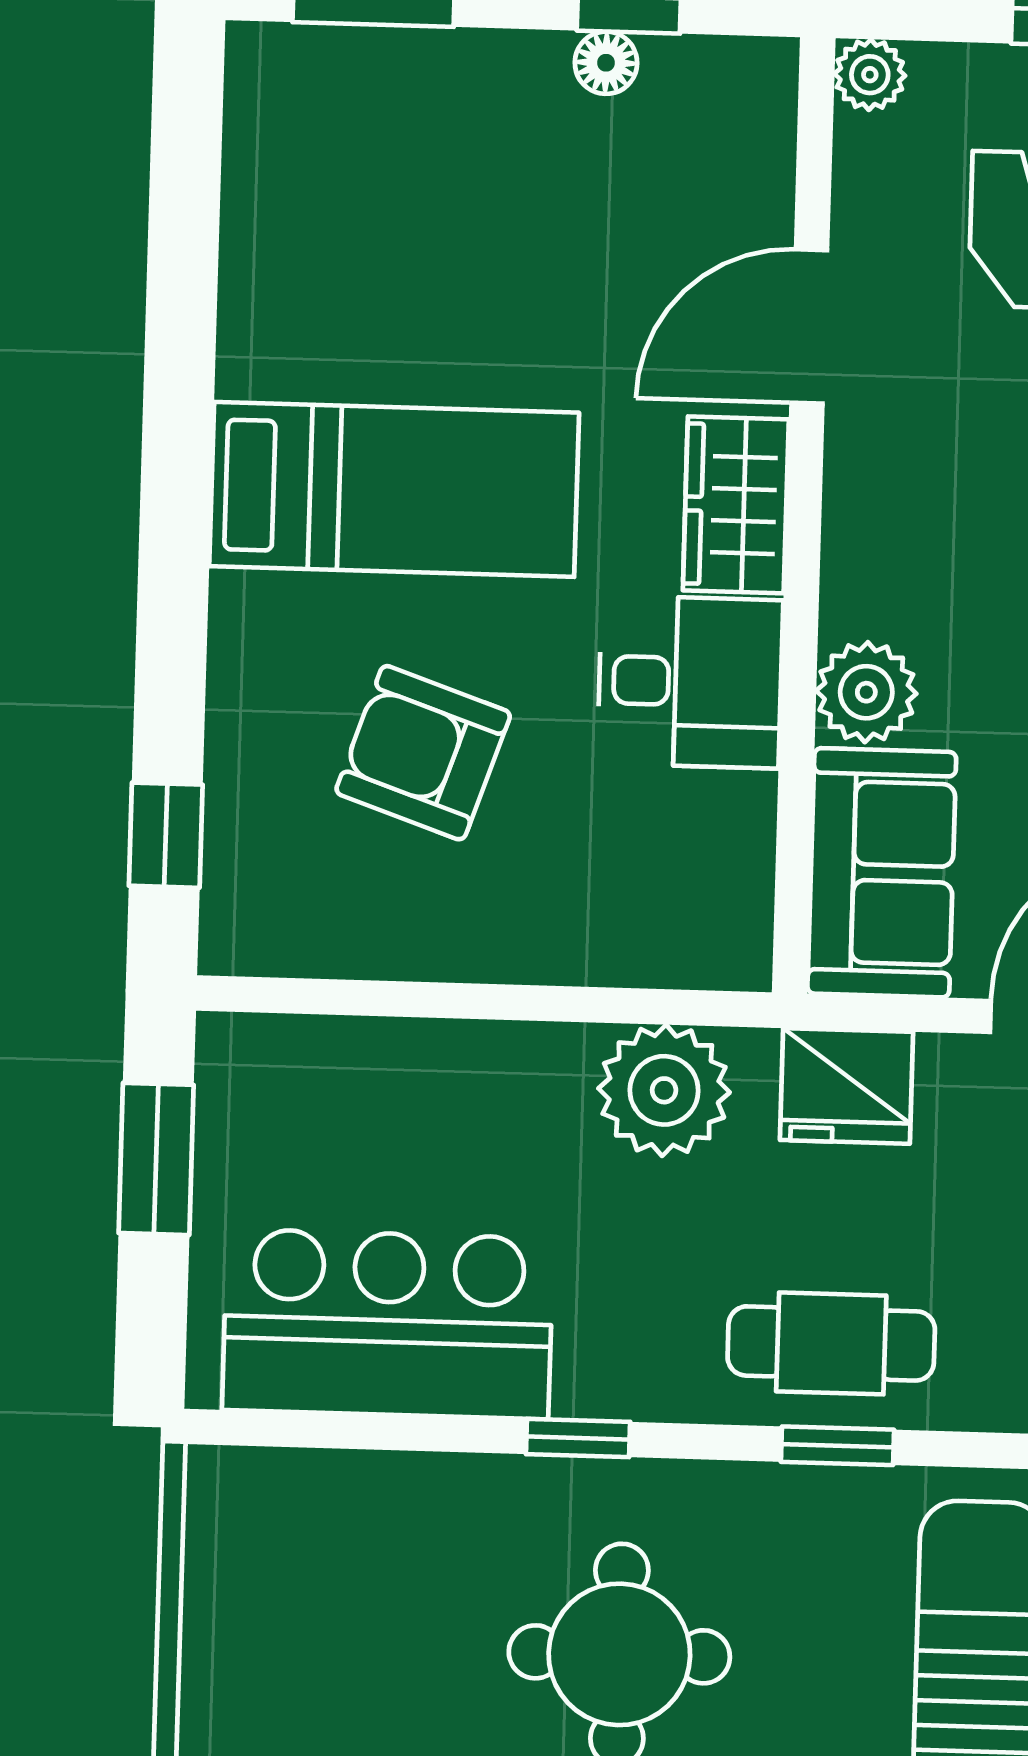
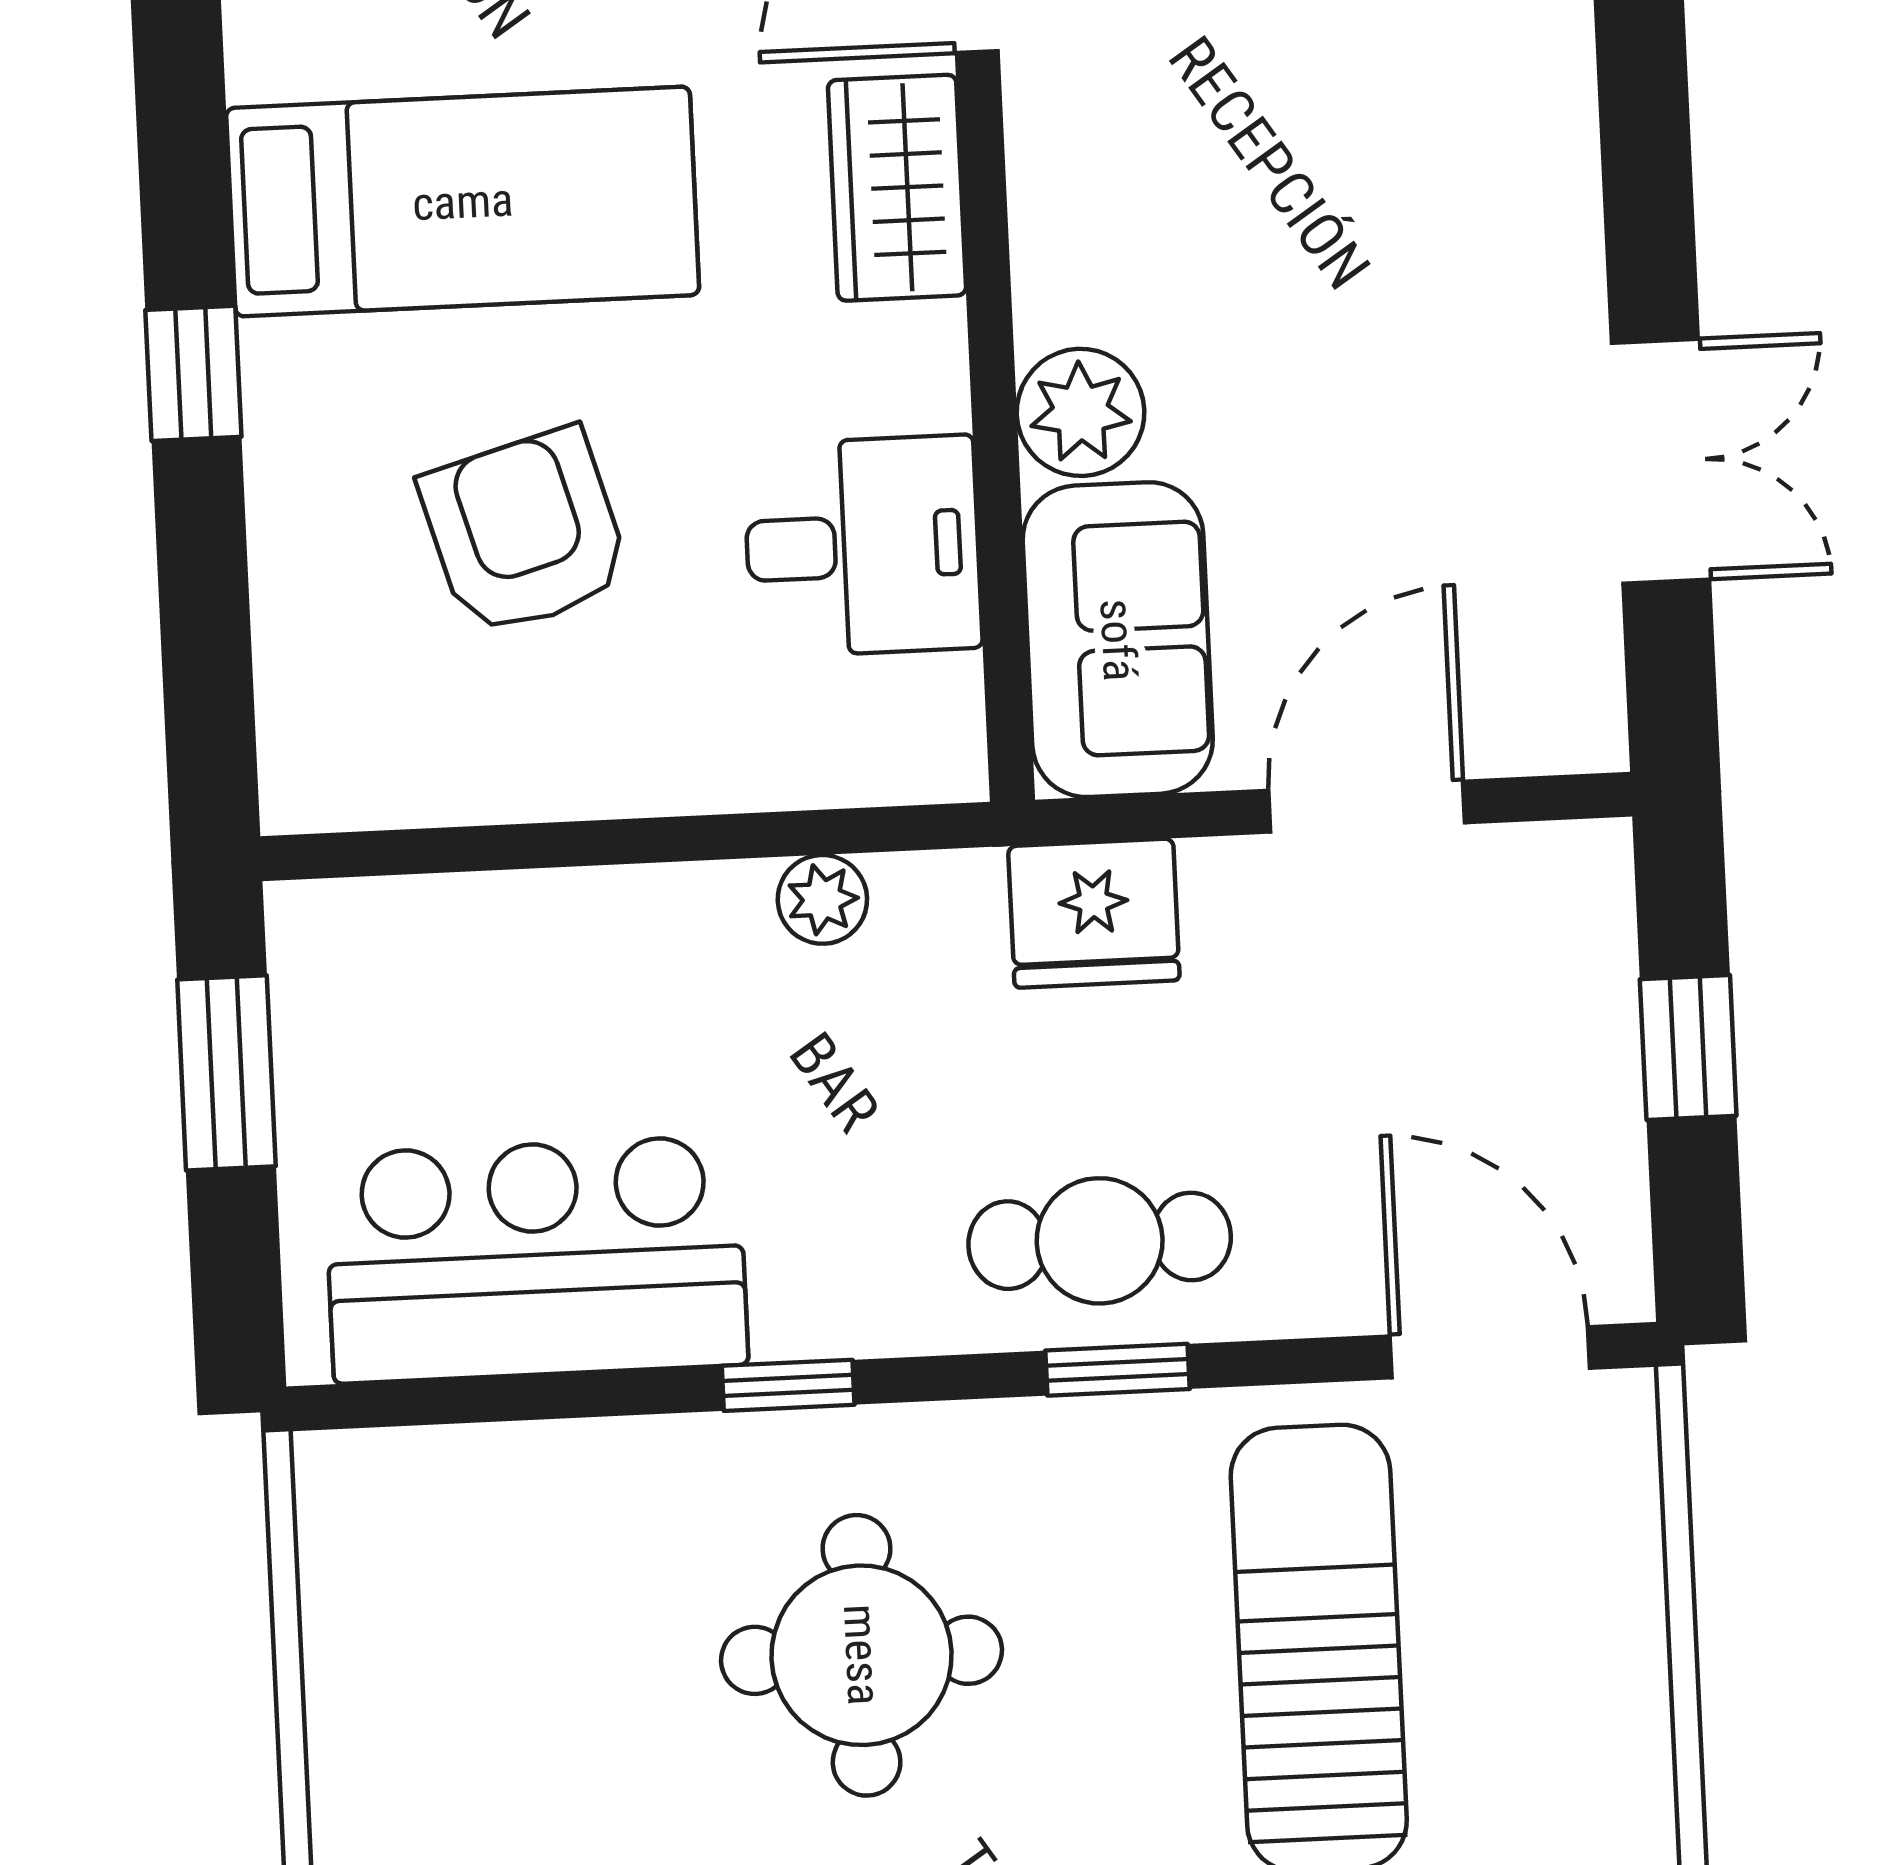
desk: (690, 682) -> (863, 546), moved
armchair: (423, 753) -> (525, 532), turned 55
window: (166, 835) -> (193, 373), moved
plant: (664, 1090) -> (822, 899), width x0.53, depth x0.53

